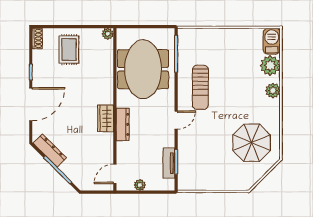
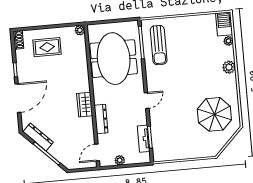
rug: (69, 50) -> (47, 47), turned 90
plant: (270, 66) -> (228, 41), width x0.53, depth x0.53
sun lounger: (200, 87) -> (159, 45), moved
dresser: (123, 124) -> (101, 119), moved

